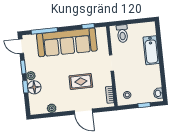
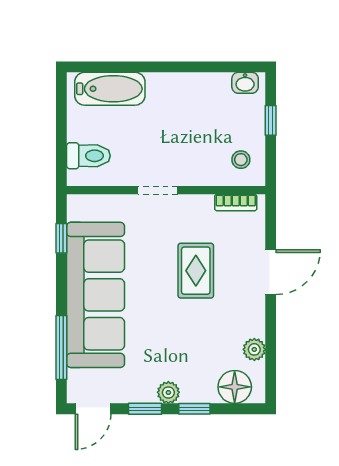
bathtub: (151, 50) -> (110, 89), moved
floor lamp: (34, 87) -> (235, 387), moved

